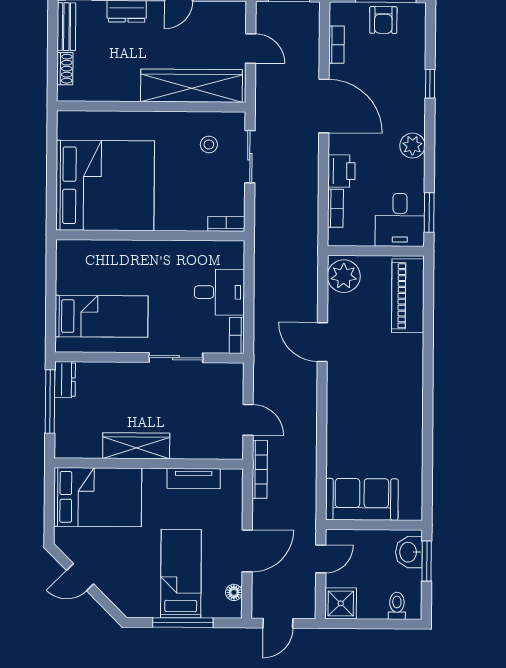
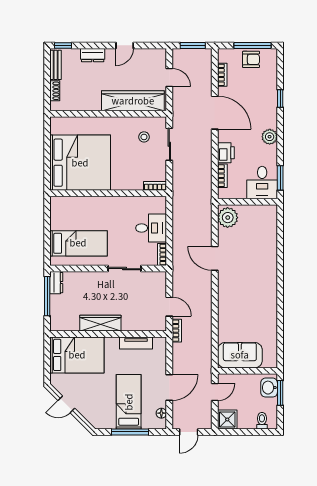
armchair: (383, 20) -> (251, 59), turned -90
piano: (408, 296) -> (267, 229), removed
bookcase: (260, 469) -> (177, 331), width x0.64

